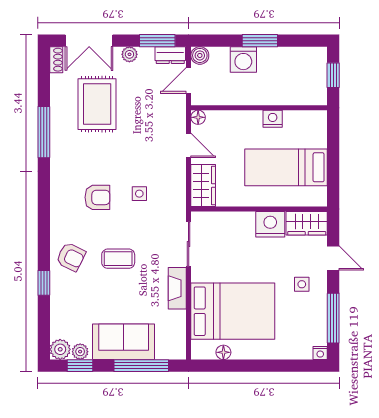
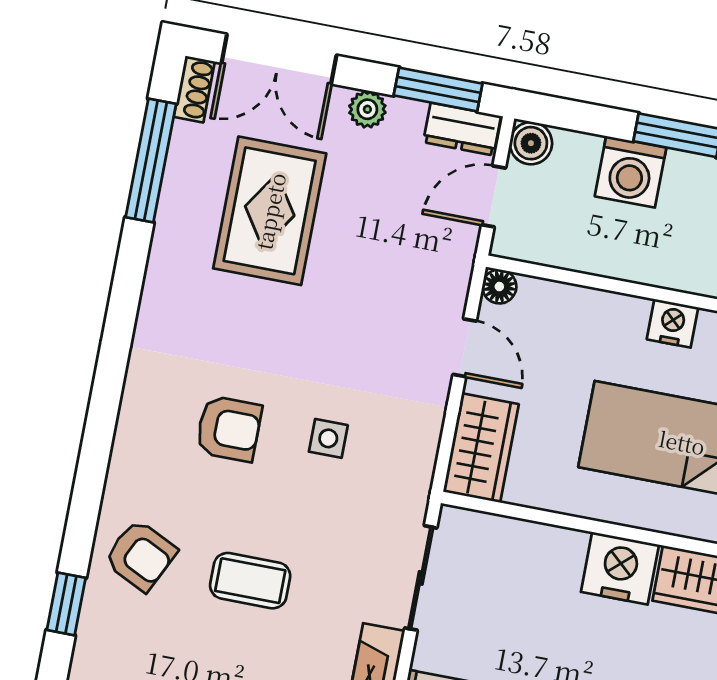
window: (44, 132) -> (151, 161), moved

